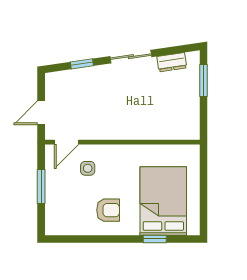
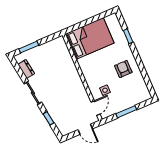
door: (67, 142) -> (96, 108), hinge flipped
bed: (163, 201) -> (90, 39), moved, turned 180

